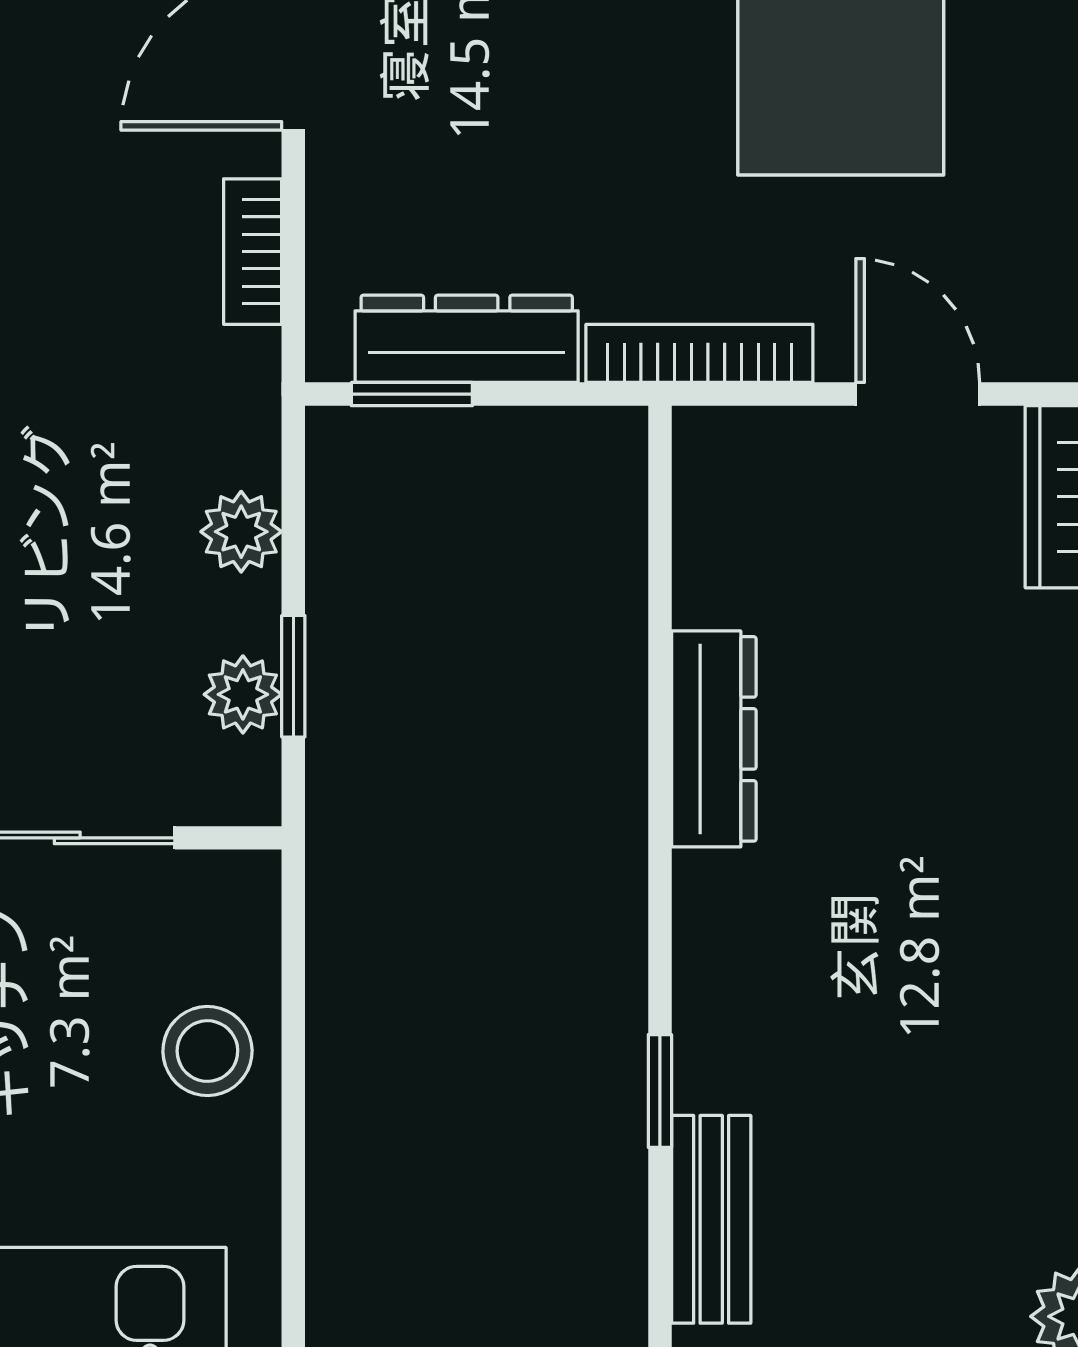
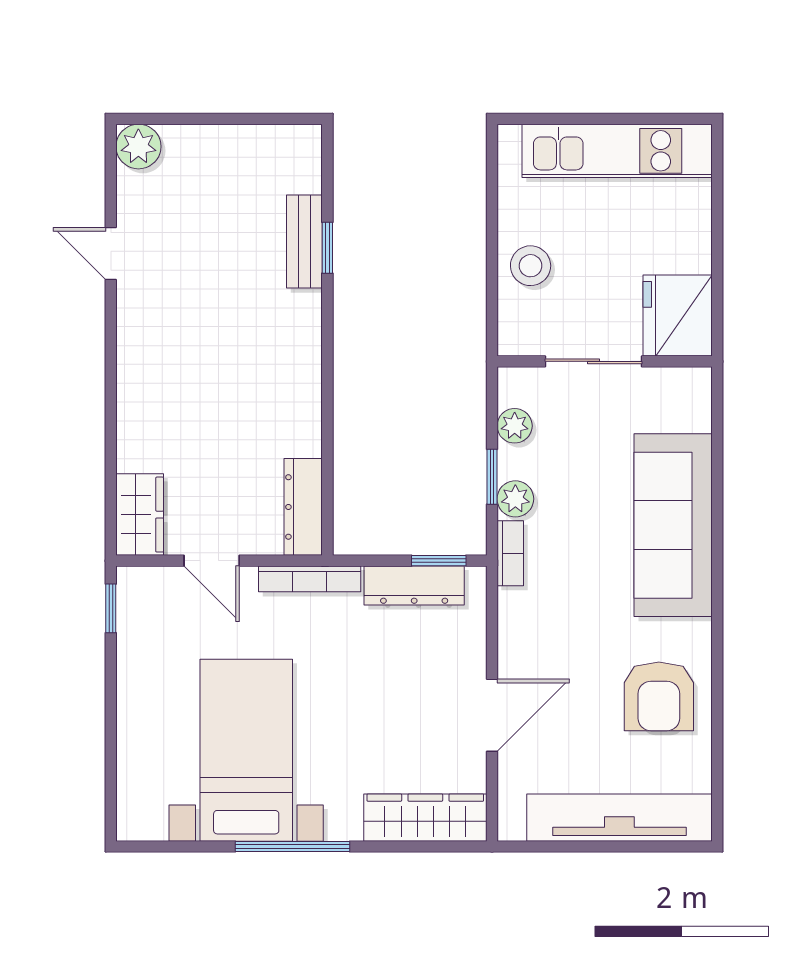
bookcase: (253, 252) -> (510, 553), moved
window: (293, 676) -> (492, 477), moved
dresser: (714, 739) -> (303, 507), moved
bench: (711, 1219) -> (304, 242), moved

